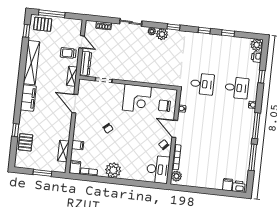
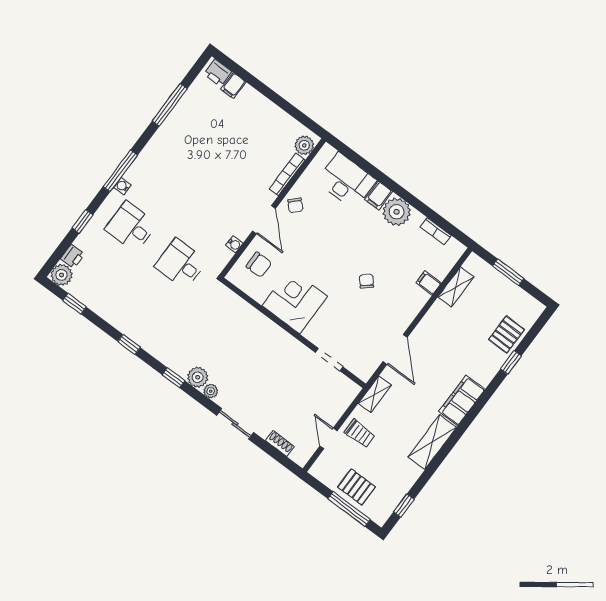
pallet: (43, 24) -> (357, 487), moved
window: (228, 33) -> (74, 304), moved
shelving: (31, 63) -> (432, 442), width x0.68
dresser: (86, 63) -> (342, 402), removed
window: (256, 126) -> (120, 171), moved
filing cabinet: (75, 167) -> (379, 195), moved
desk: (158, 169) -> (346, 181), moved, turned 90

